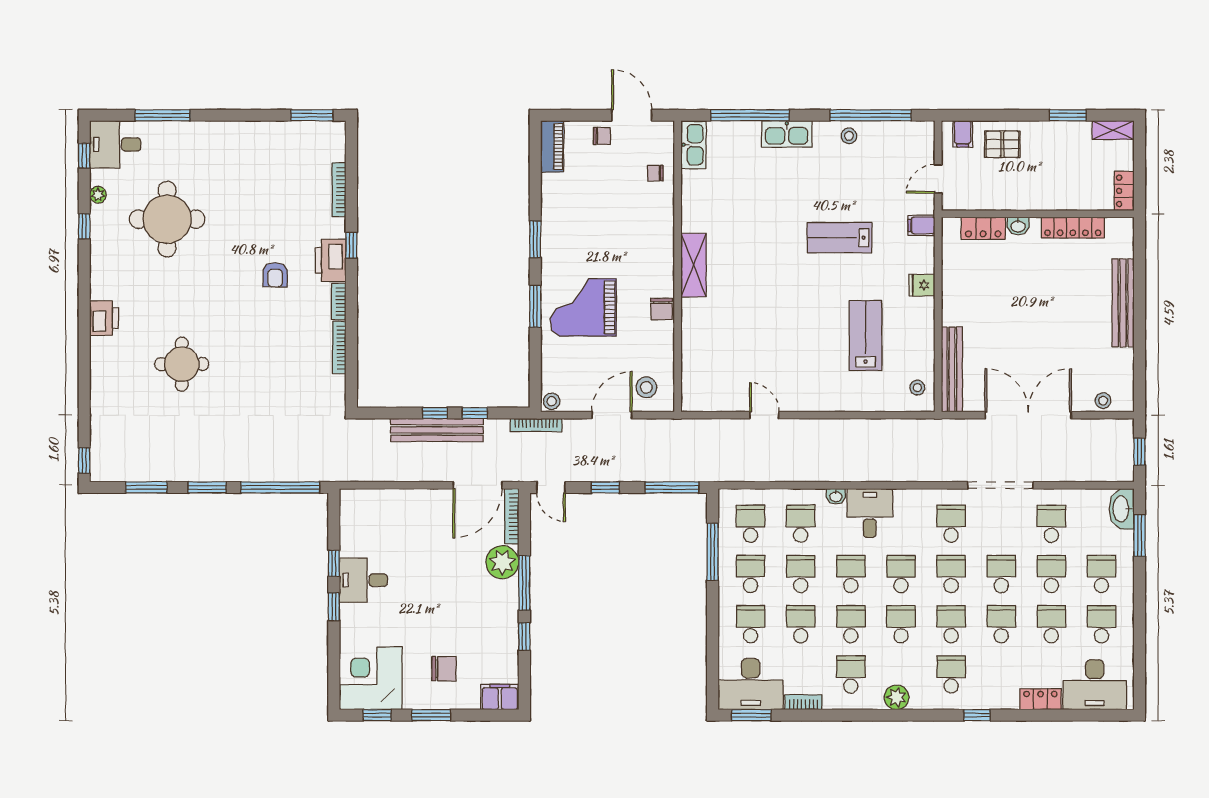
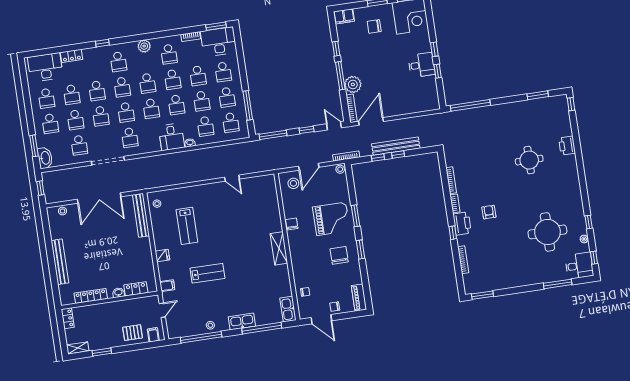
chair: (579, 234) -> (339, 255), added
printer: (104, 318) -> (567, 146), moved
window: (207, 487) -> (507, 100), removed

